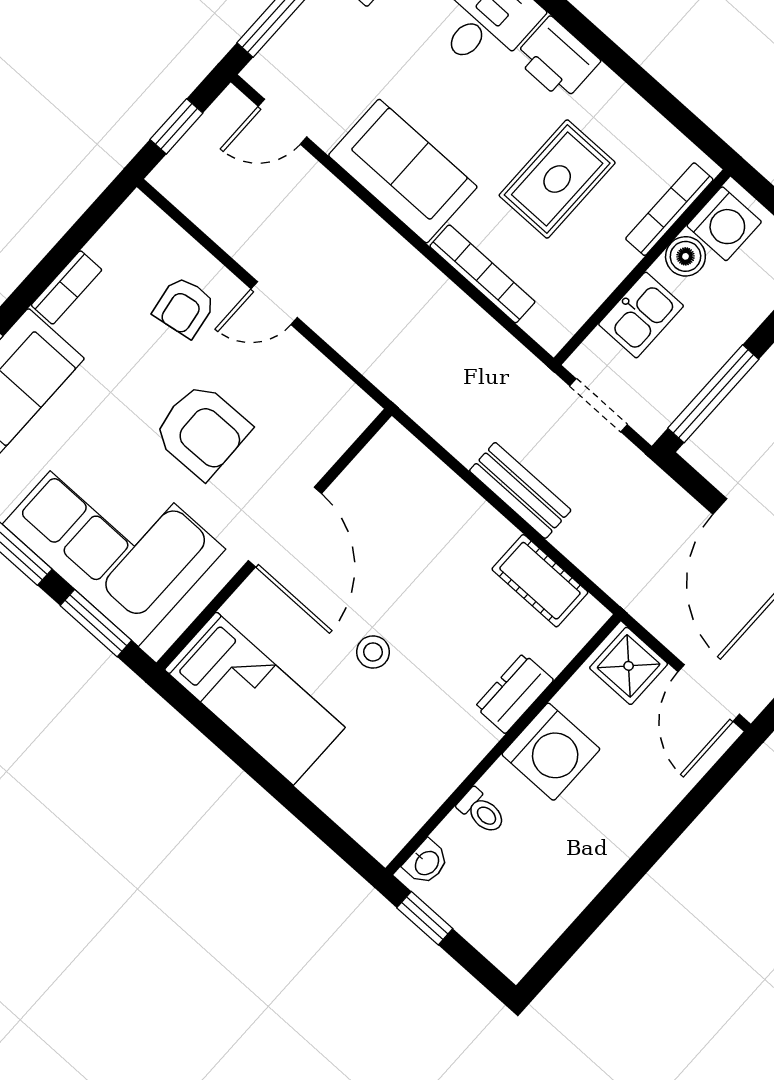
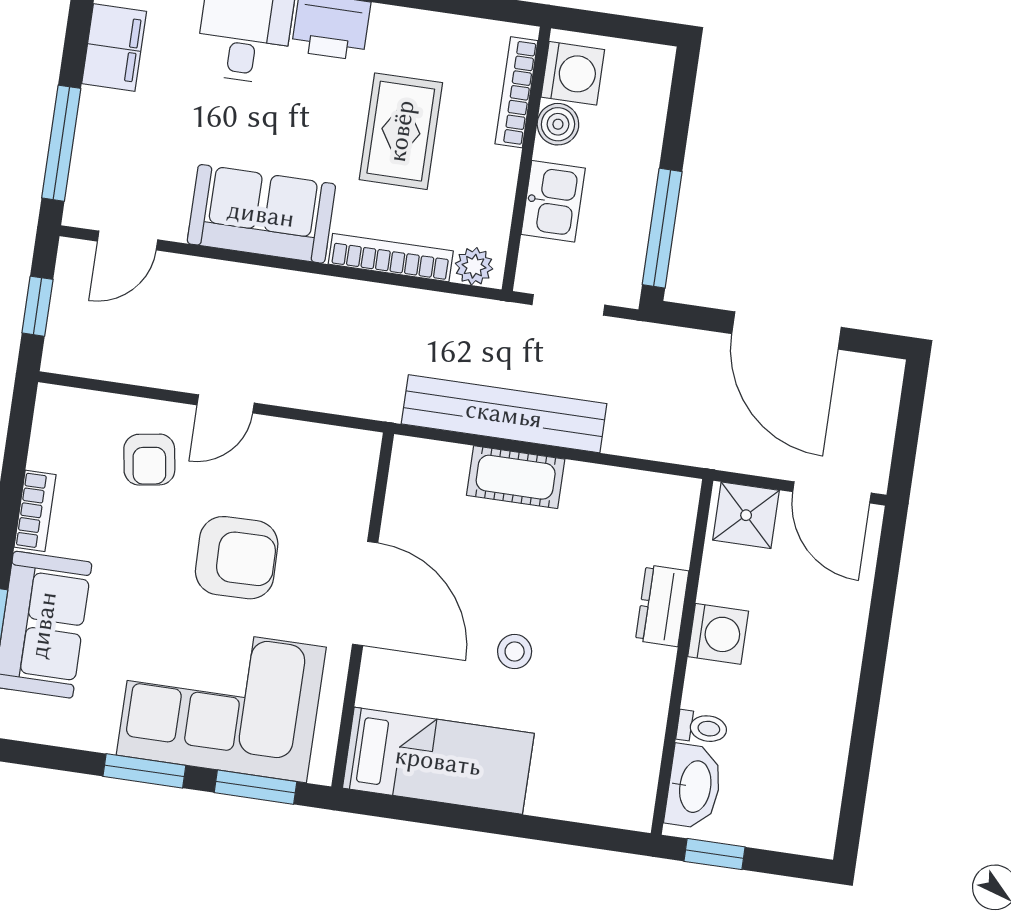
plant: (544, 325) -> (474, 266), added
bench: (520, 490) -> (504, 414), width x1.86, depth x1.21
cot: (540, 581) -> (516, 477), moved
washing machine: (551, 752) -> (718, 634), width x0.73, depth x0.73
washbasin: (426, 862) -> (694, 786), width x1.91, depth x1.45

